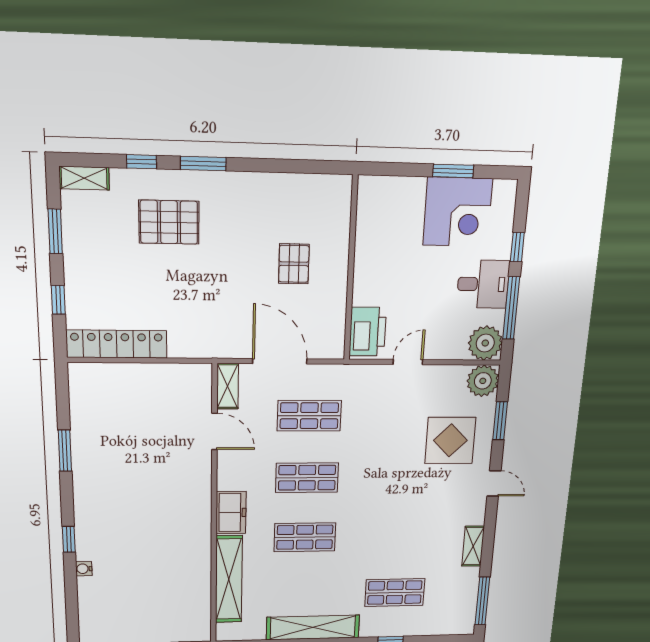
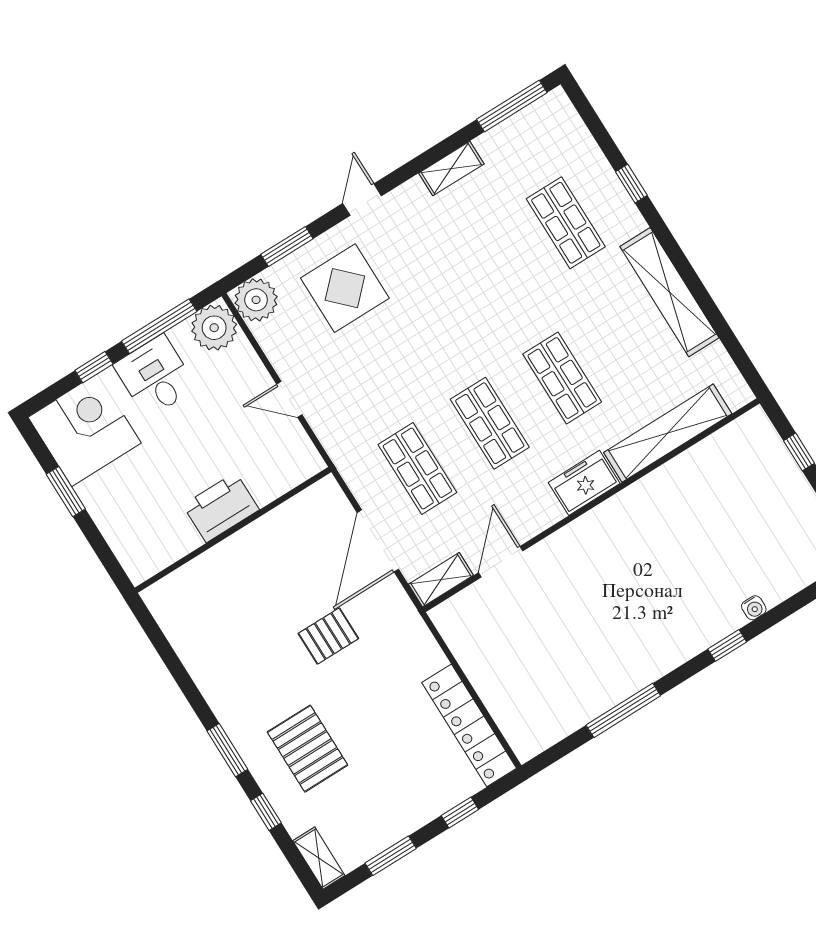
corner desk: (458, 212) -> (85, 430), moved
pallet: (294, 264) -> (328, 636), moved
printer: (368, 332) -> (221, 507), moved
window: (65, 451) -> (623, 710), width x1.44

